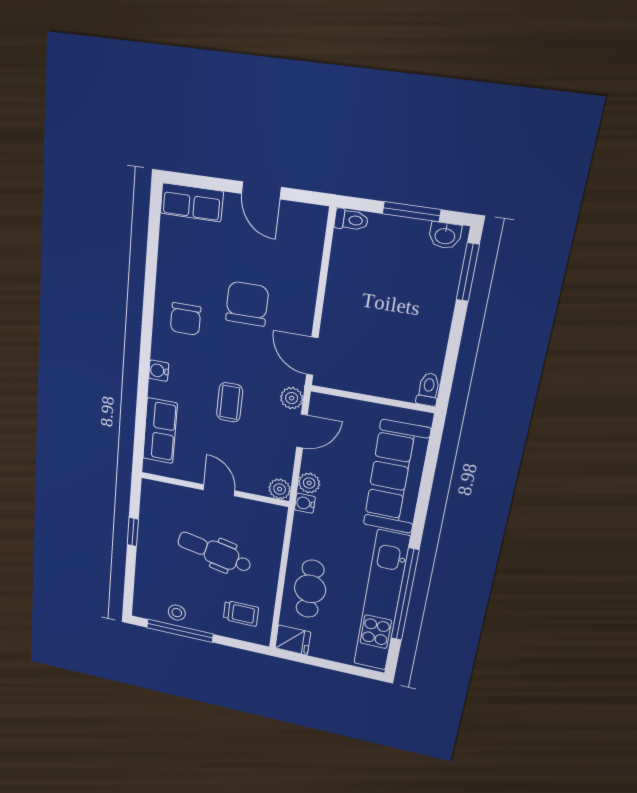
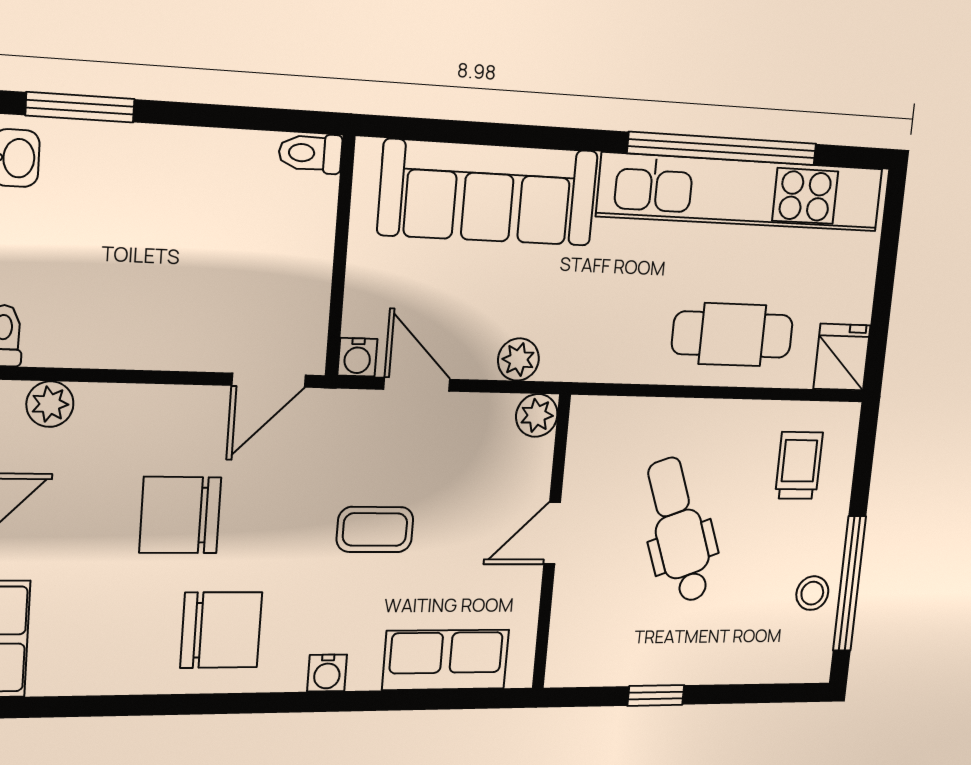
chair: (186, 319) -> (221, 630), width x1.37, depth x1.37
plant: (292, 398) -> (50, 404), moved
water cooler: (305, 503) -> (357, 357), moved
dental chair: (214, 552) -> (679, 530), turned 148

